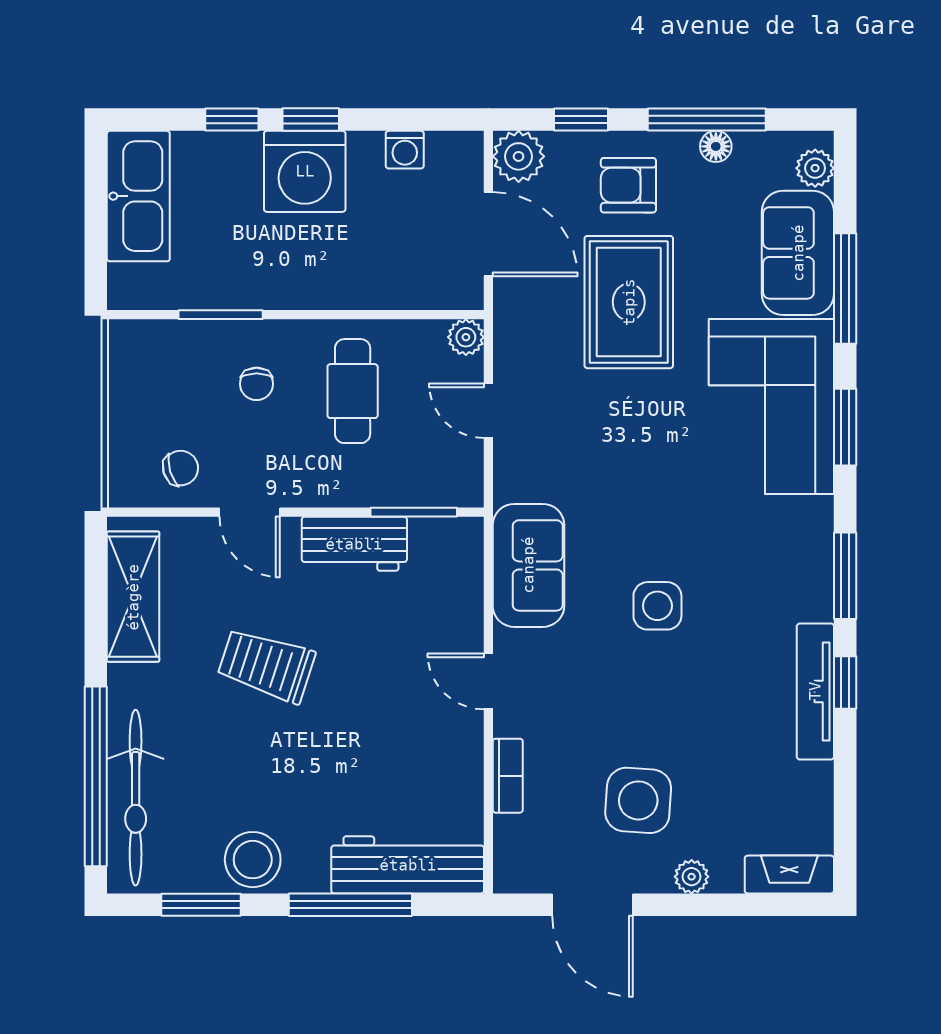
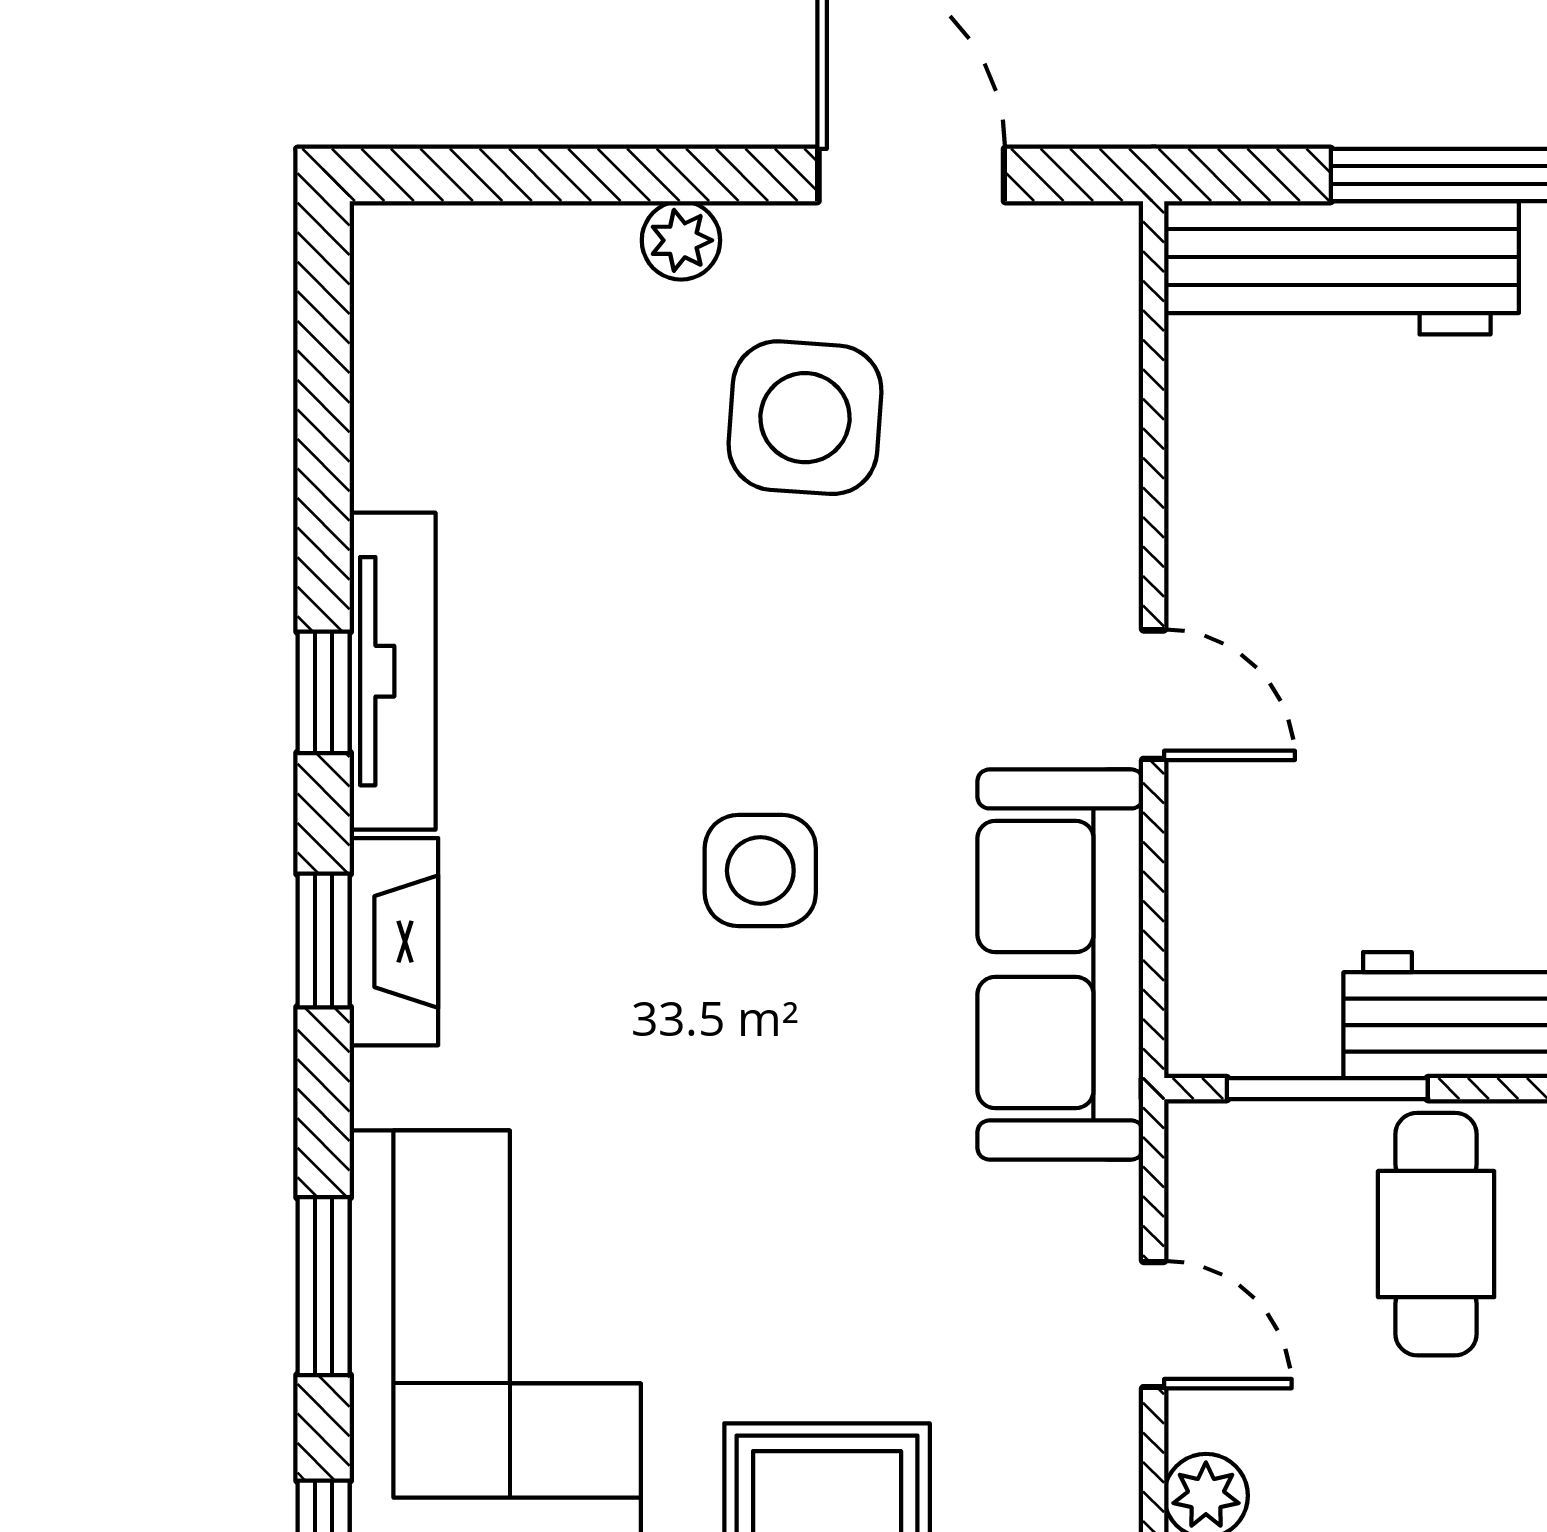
cafe table: (353, 391) -> (1436, 1234), moved
sofa: (528, 565) -> (1060, 964), width x1.36
window: (845, 576) -> (324, 941), width x0.67
bookcase: (508, 776) -> (1109, 475), removed
fireplace: (789, 874) -> (394, 942), moved, turned -90

